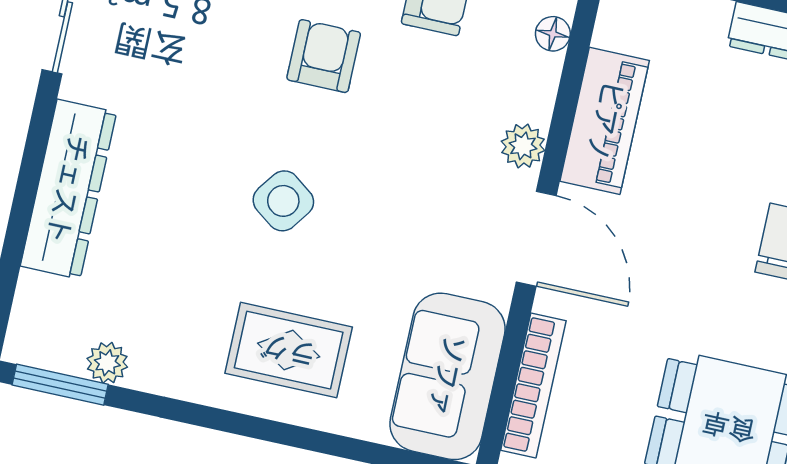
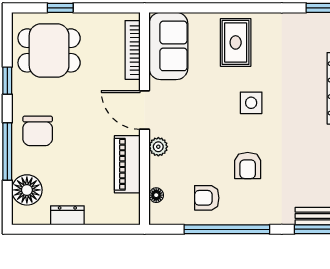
side table: (283, 201) -> (251, 103), turned -36
rug: (289, 350) -> (236, 42), turned 90
plant: (107, 363) -> (308, 21), removed

